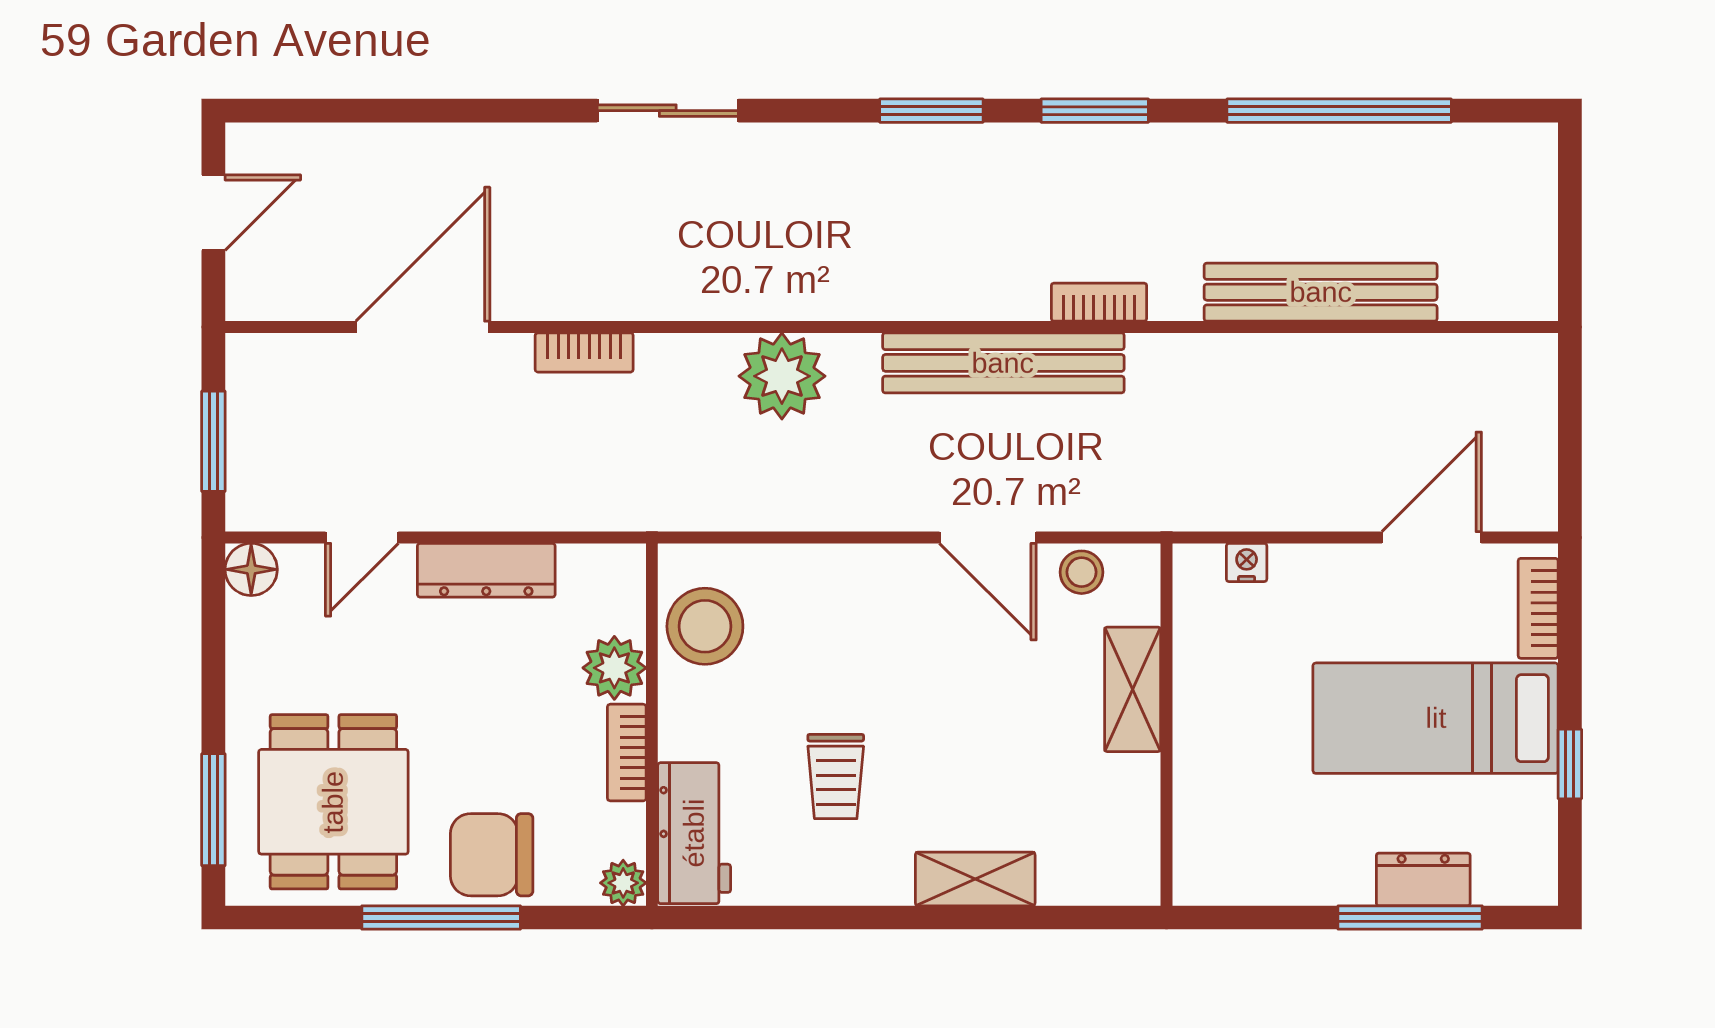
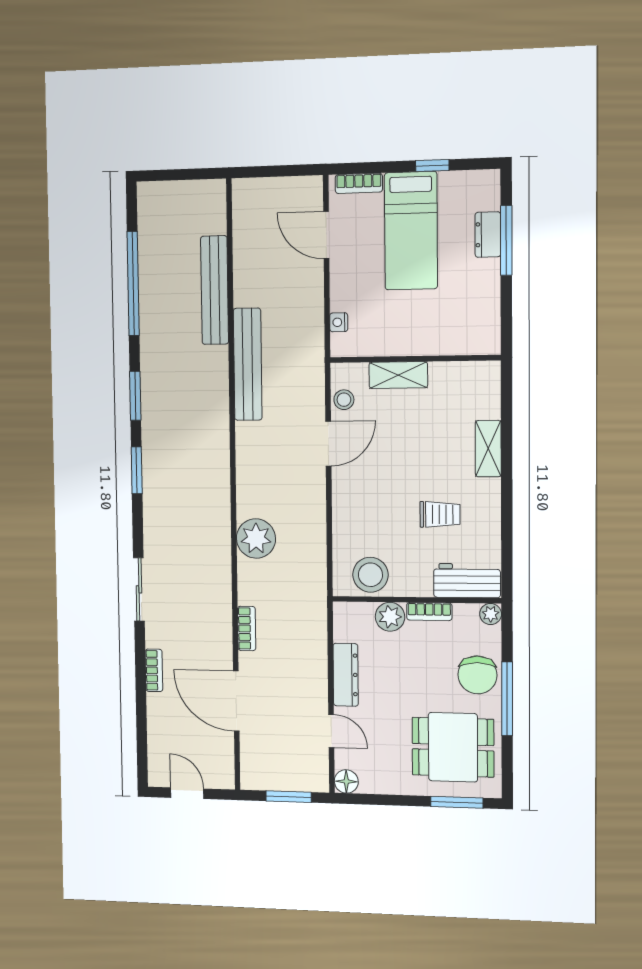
bookcase: (1099, 302) -> (154, 670), moved, turned 180
bench: (1003, 363) -> (248, 364), moved

